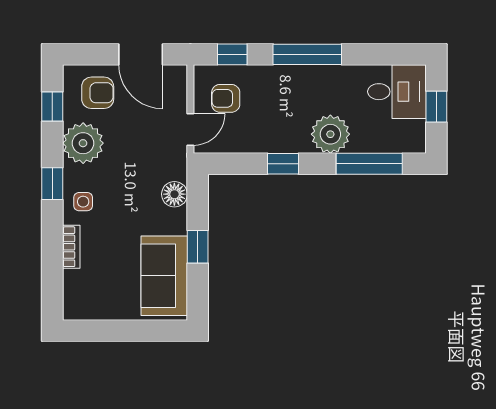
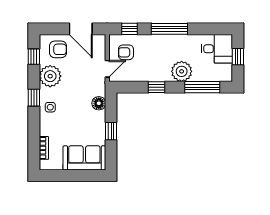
bookcase: (71, 247) -> (44, 148), moved
sofa: (164, 276) -> (84, 158), moved, turned 90

